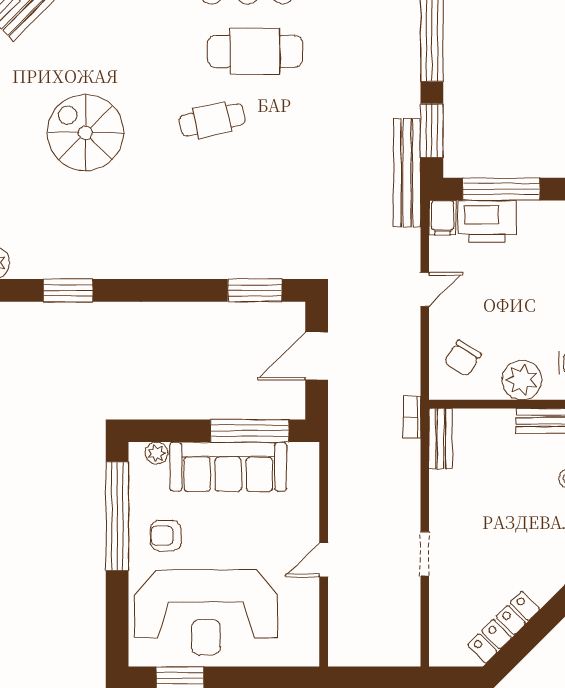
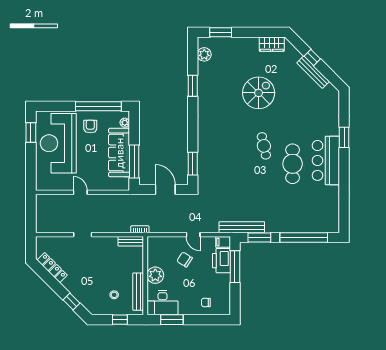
chair: (463, 358) -> (185, 259), moved

